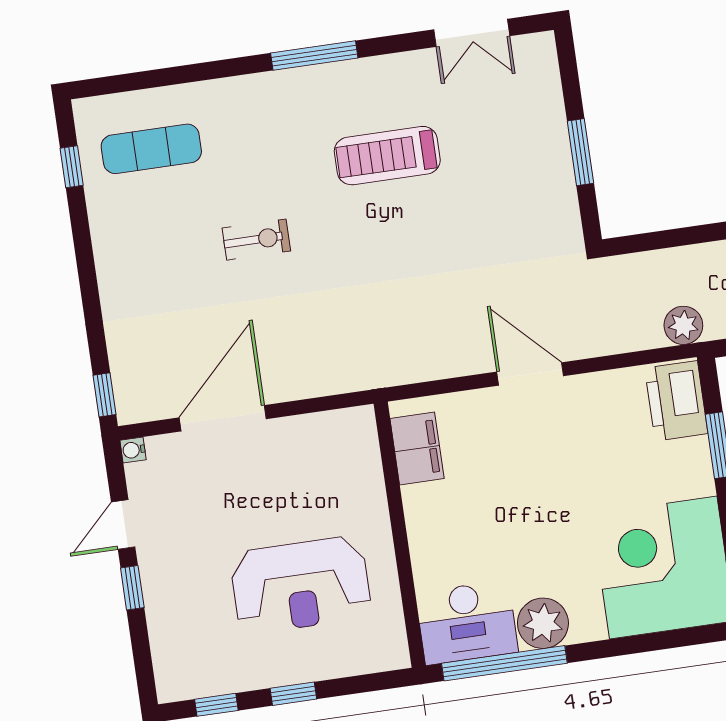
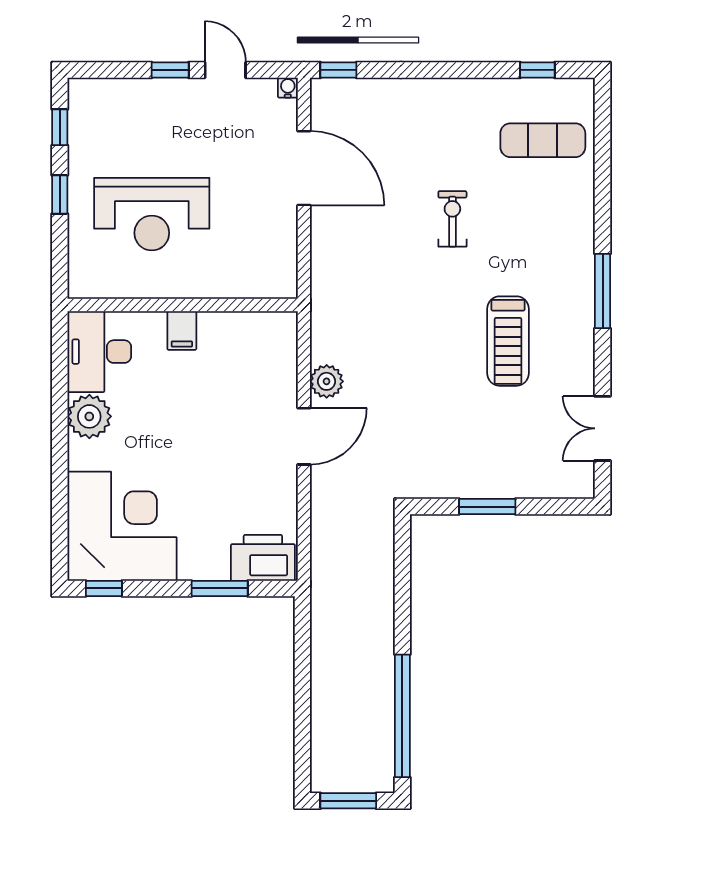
exercise mat: (151, 149) -> (543, 140), turned 90
treadmill: (387, 156) -> (508, 341), turned 180
exercise bike: (256, 240) -> (452, 219), turned 180
plant: (683, 325) -> (327, 381), moved
filing cabinet: (417, 448) -> (182, 330), moved, width x0.50
reception desk: (301, 585) -> (152, 214), turned -90
window: (504, 663) -> (60, 379), removed

